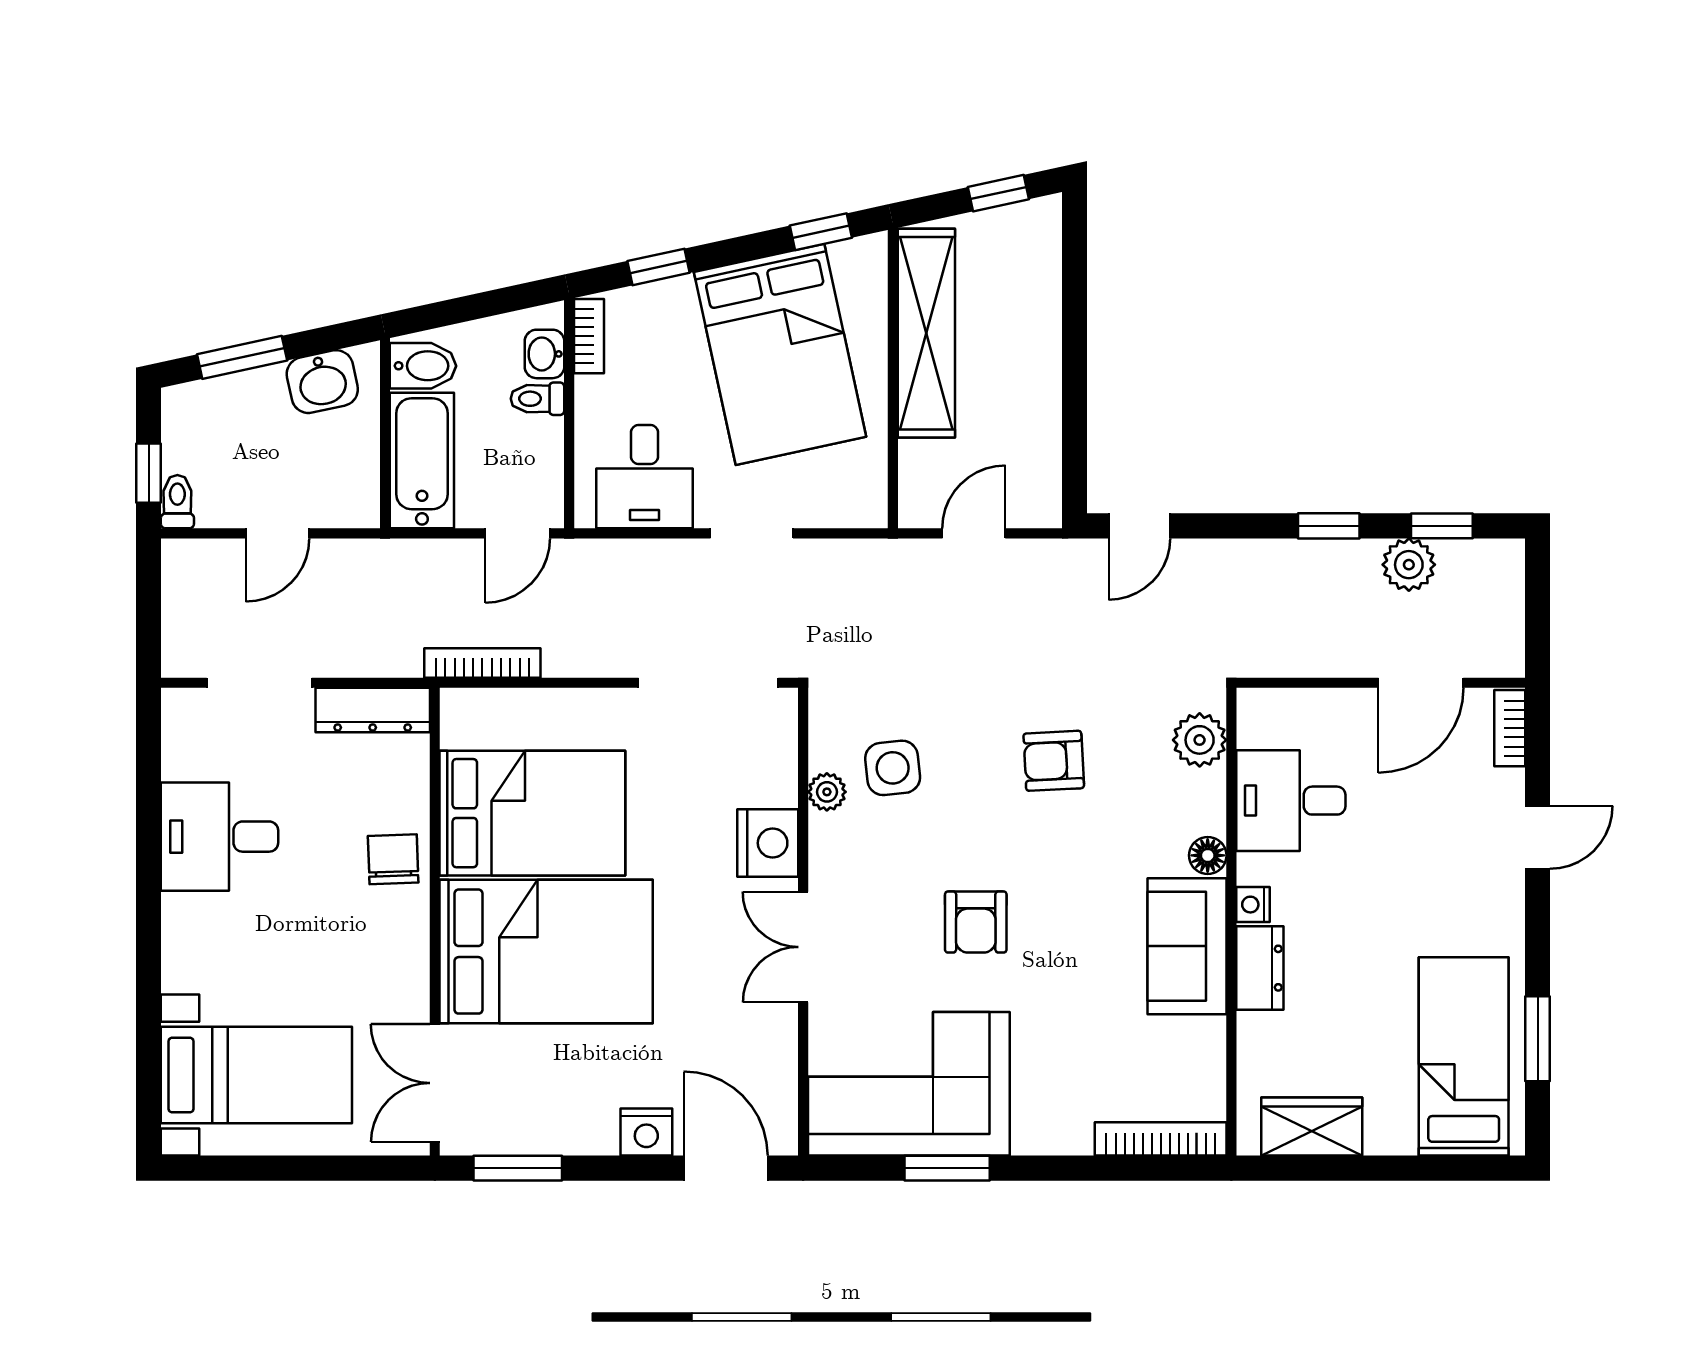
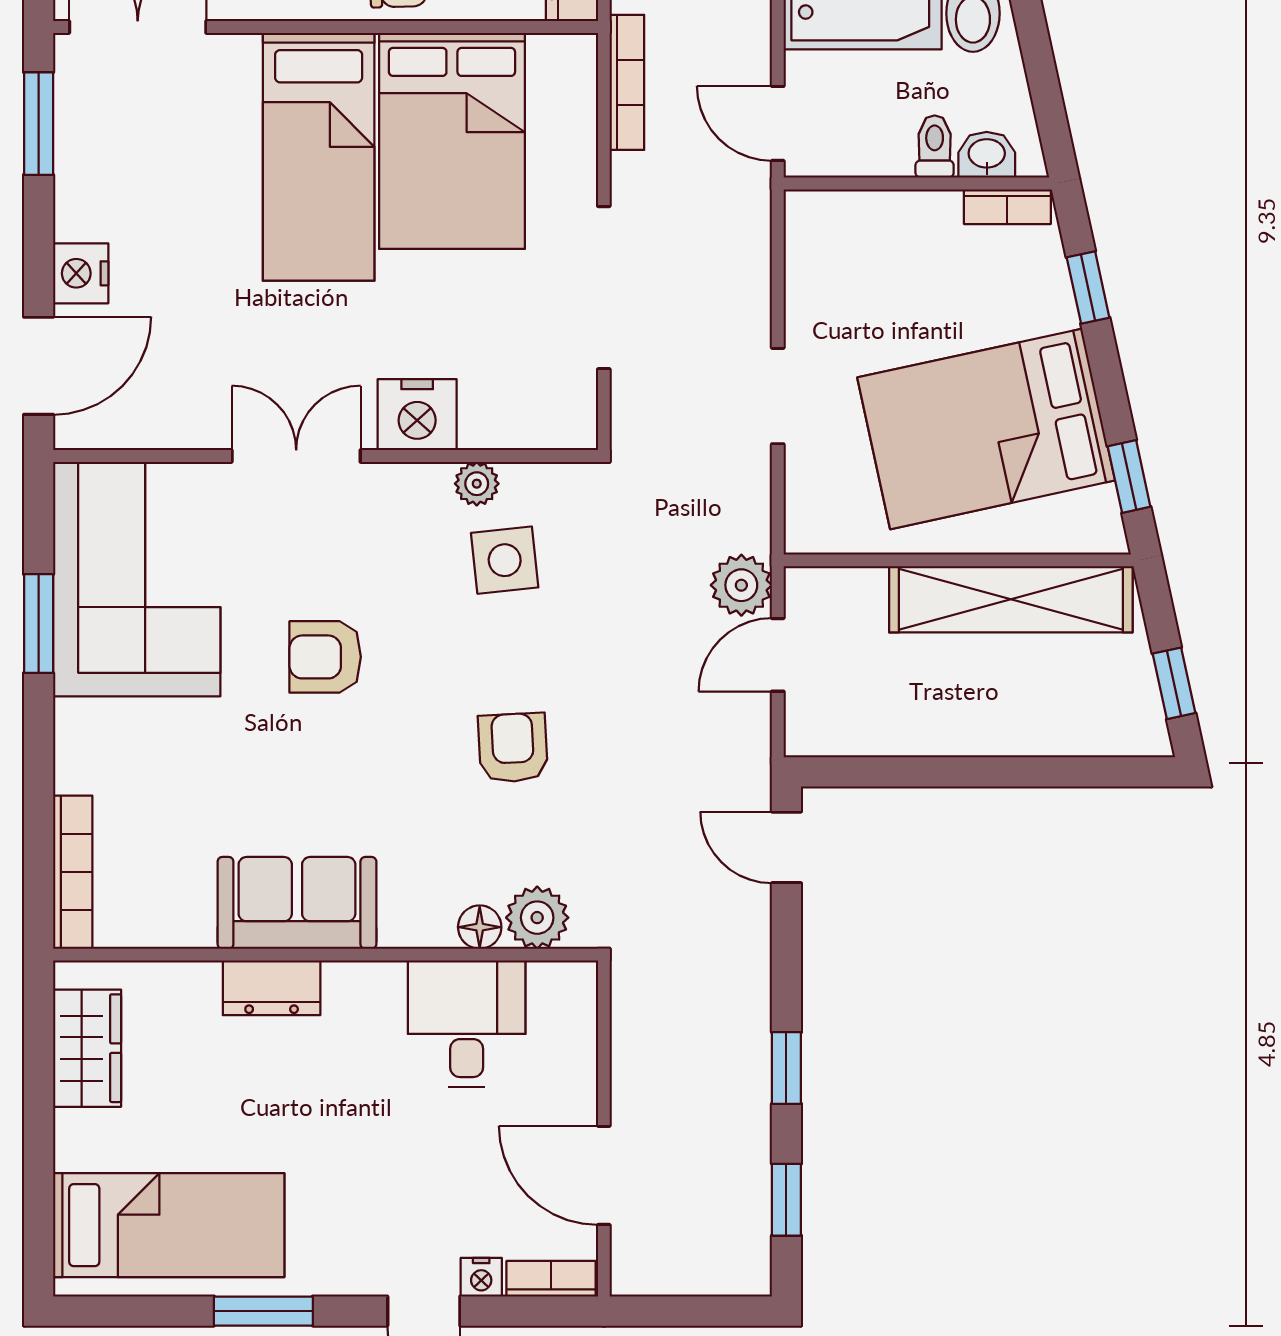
desk: (644, 477) -> (844, 271), removed
door: (974, 533) -> (778, 655), swing flipped
plant: (1409, 565) -> (741, 585), moved
doorway: (708, 683) -> (604, 288), moved
floor lamp: (1208, 855) -> (480, 927), moved
nightstand: (1253, 905) -> (481, 1277), moved, turned 180
bed: (546, 952) -> (319, 157), width x0.67
window: (1538, 1039) -> (263, 1311), moved

